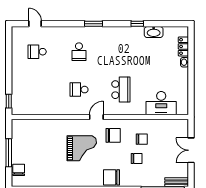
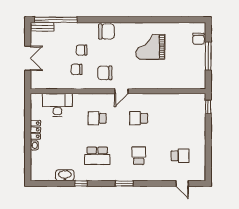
locker: (183, 46) -> (35, 130), moved
school desk: (121, 52) -> (97, 156), added
school desk: (79, 90) -> (139, 118), turned 180
school desk: (121, 90) -> (97, 118), width x0.54
grand piano: (82, 148) -> (150, 47), moved

